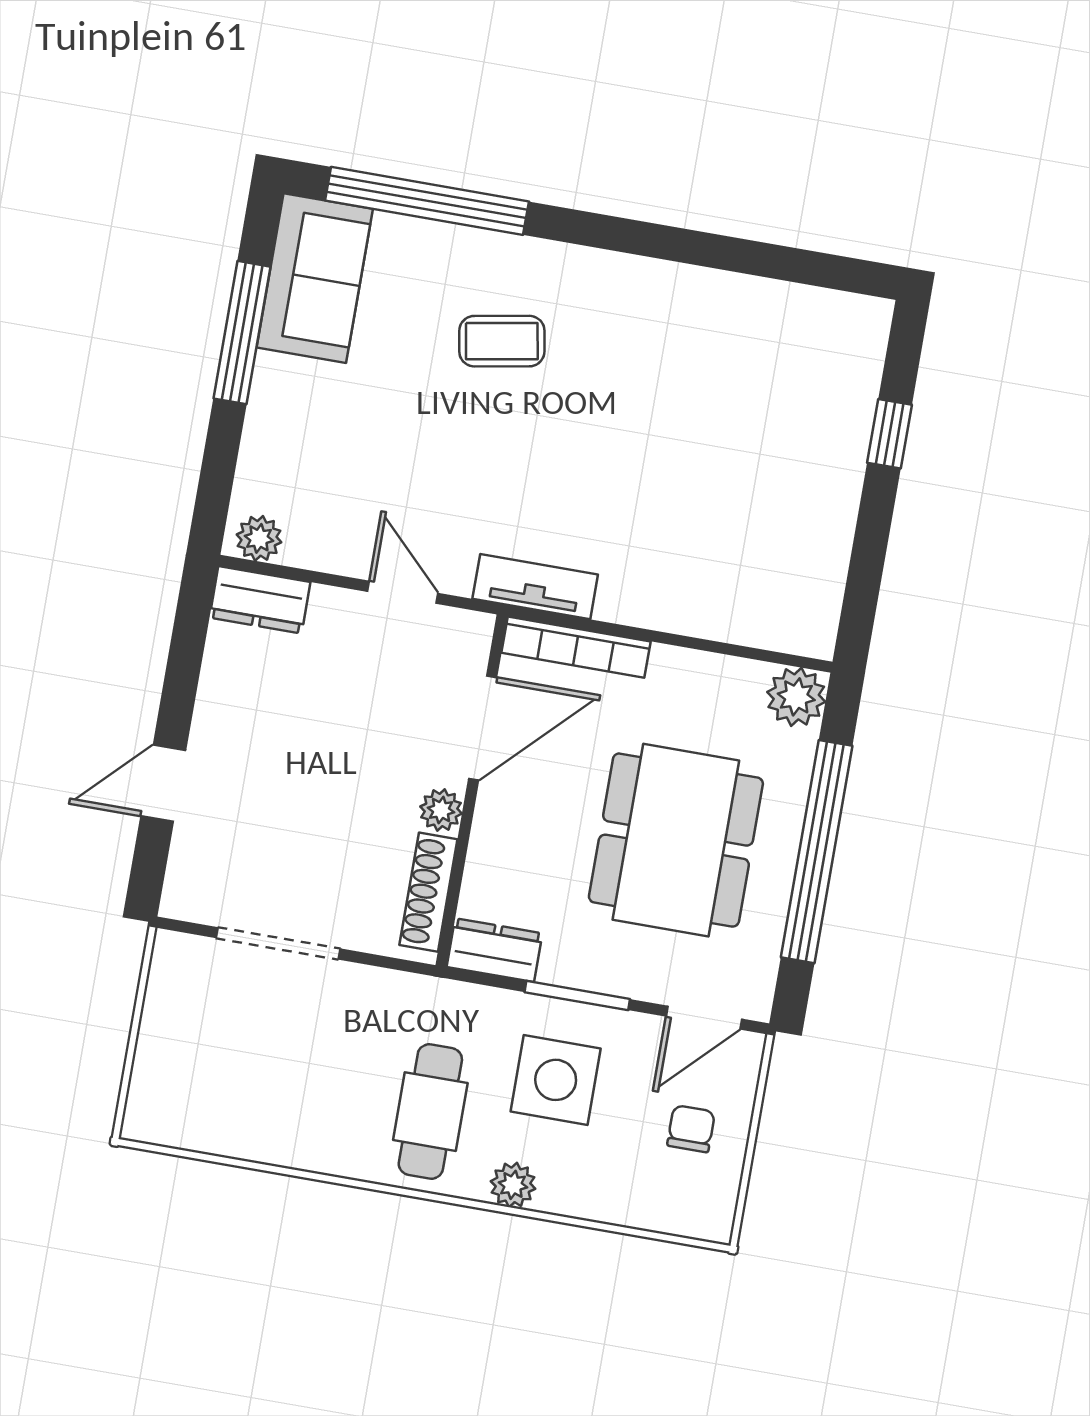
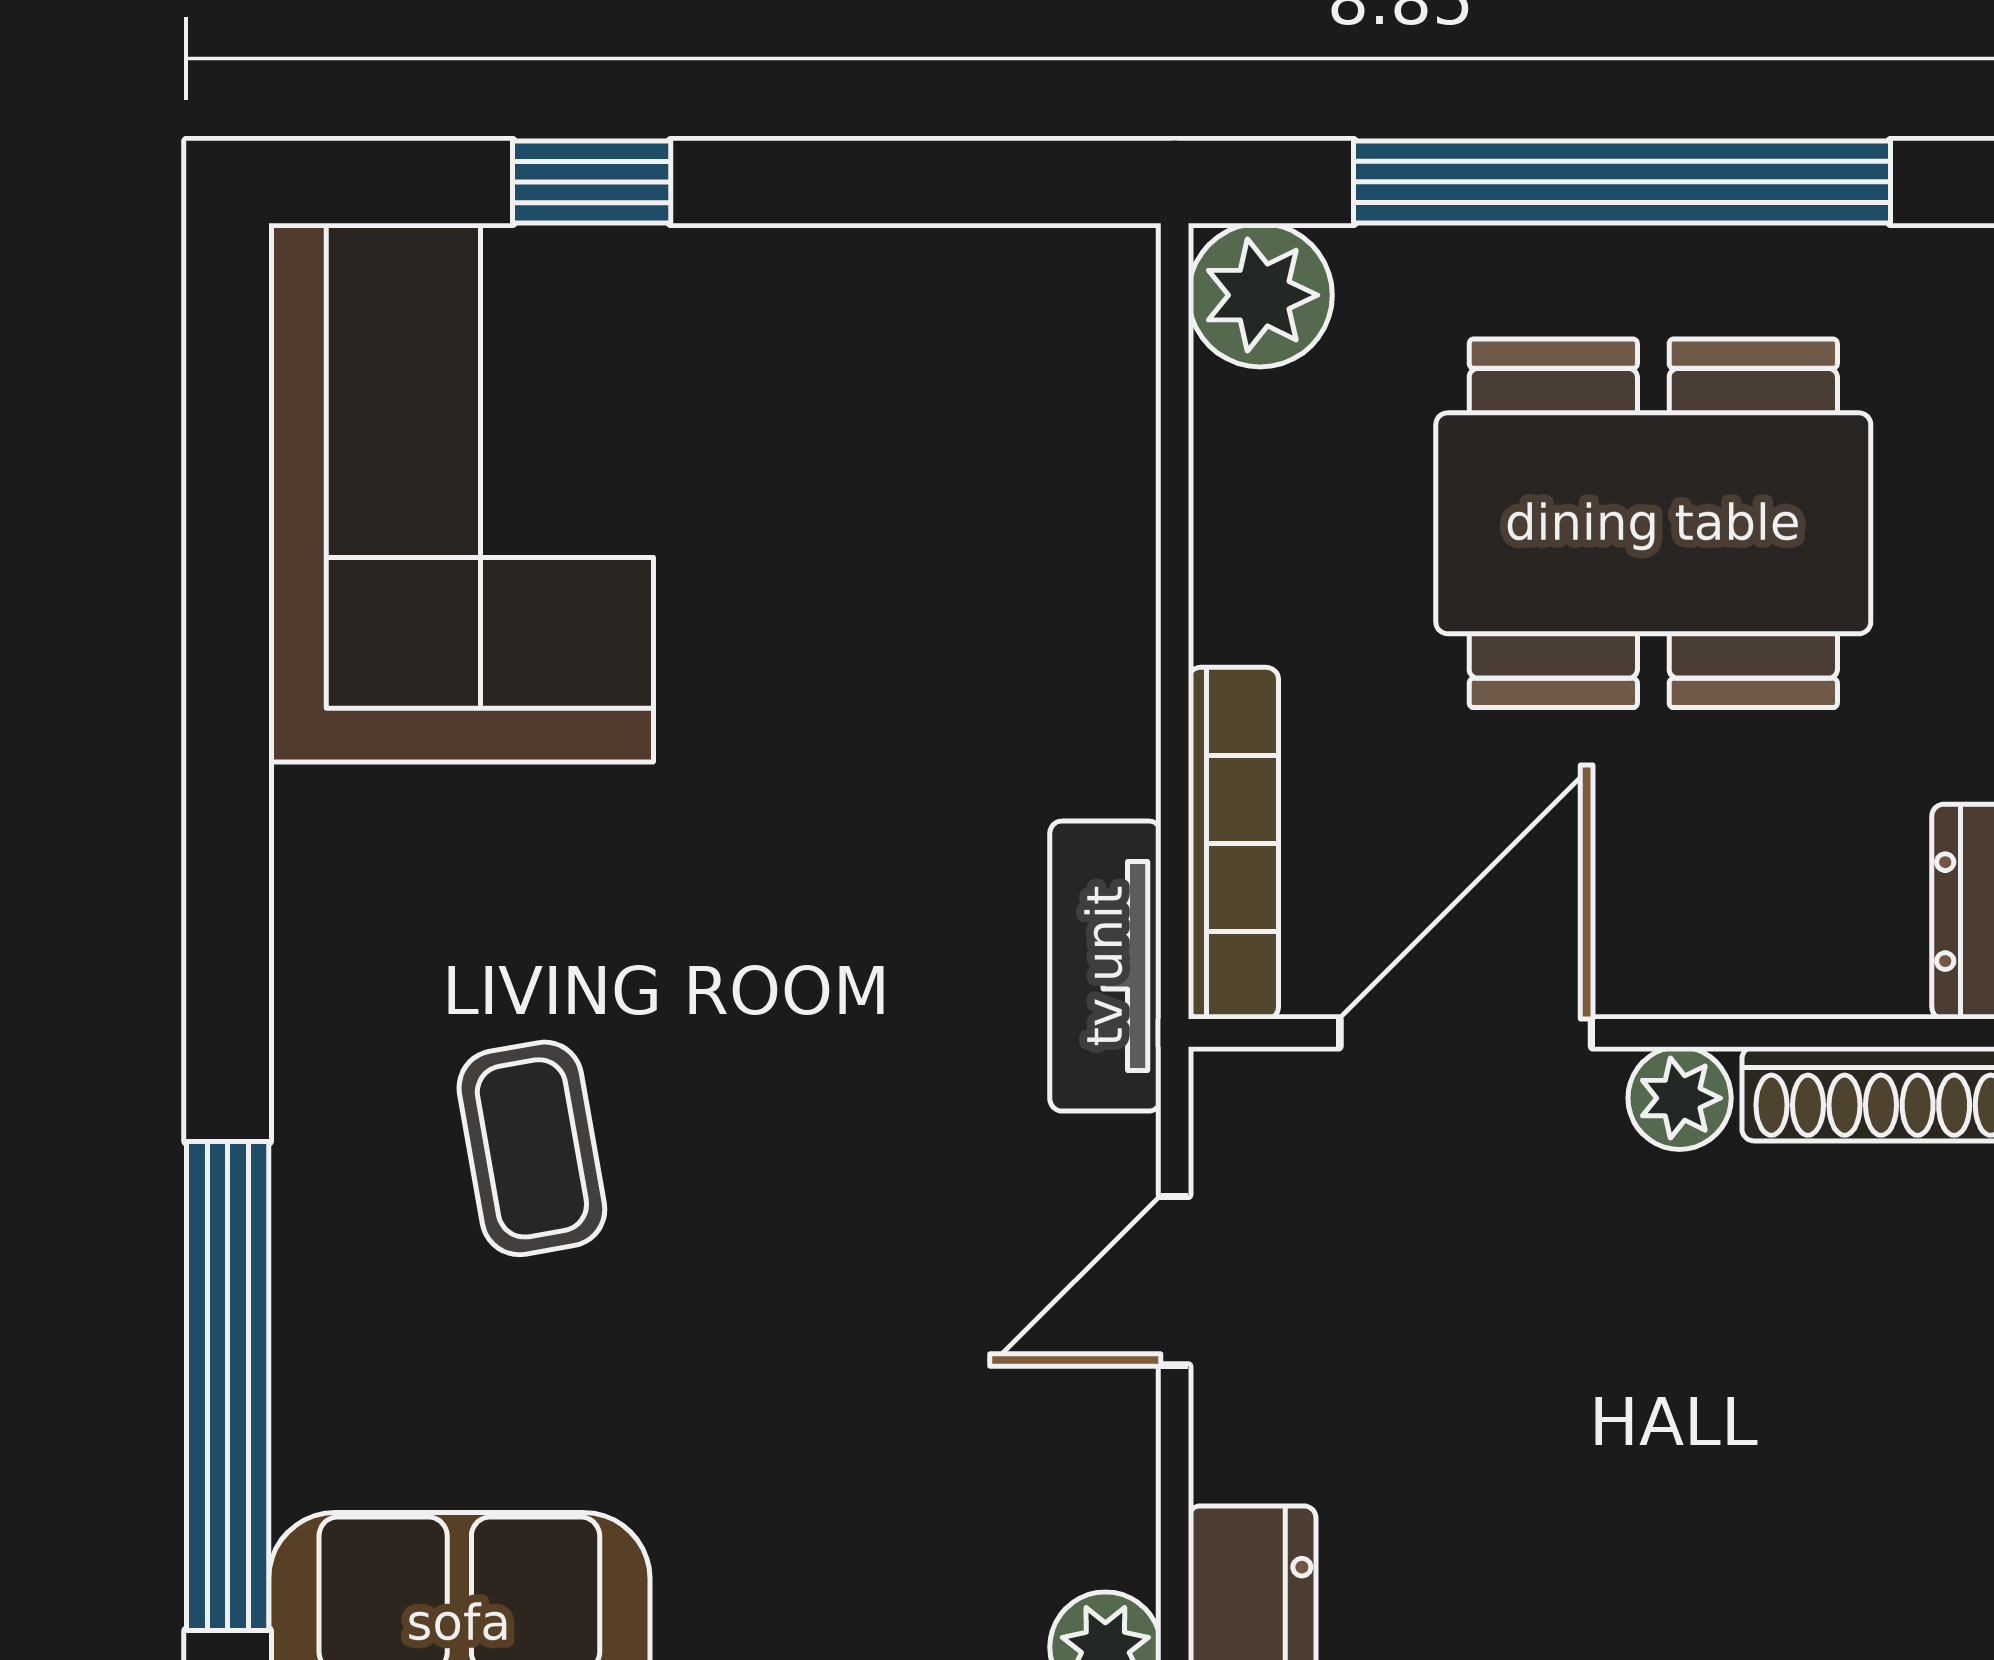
corner sofa: (773, 359) -> (461, 493), added
door: (483, 728) -> (1466, 1033), hinge flipped

